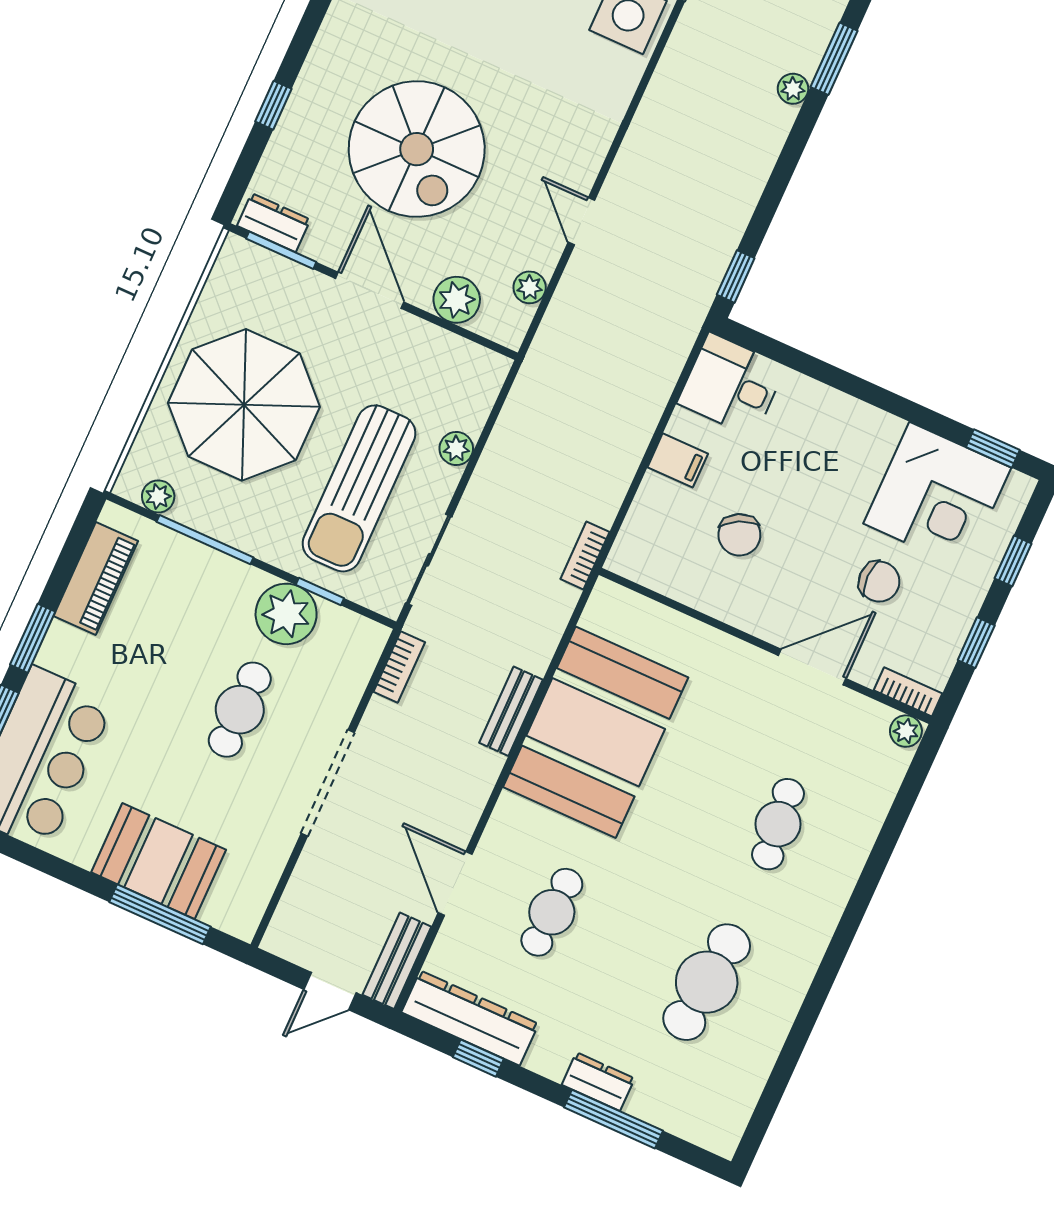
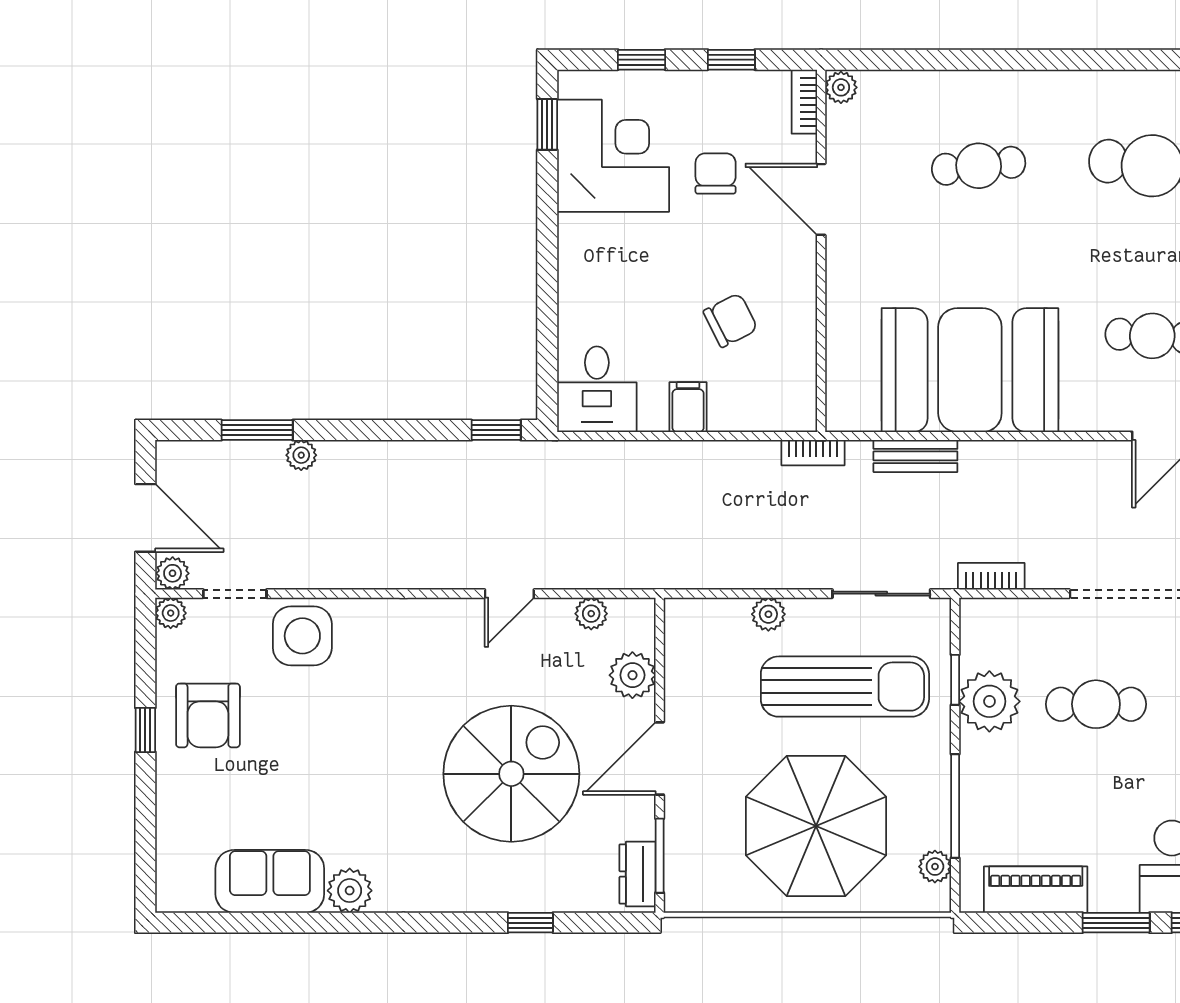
bench: (511, 711) -> (915, 456), moved

